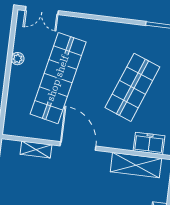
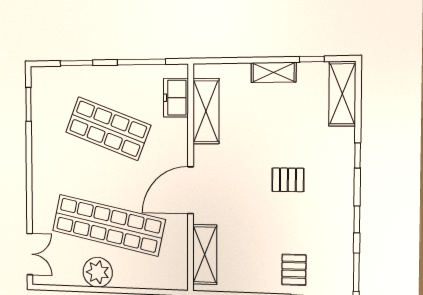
plant: (18, 59) -> (98, 272), width x1.88, depth x1.88
shelving: (36, 150) -> (205, 255), width x1.50, depth x1.33

